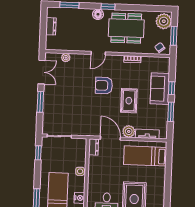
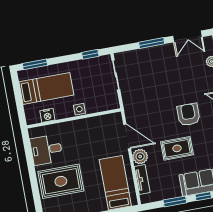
door: (110, 138) -> (127, 136), hinge flipped
dresser: (94, 147) -> (112, 119), removed

